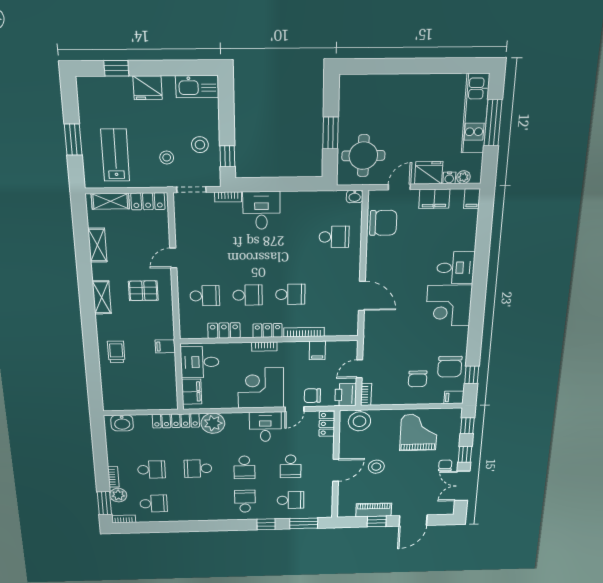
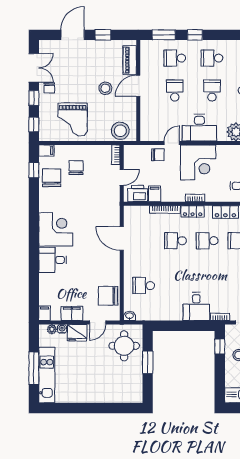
printer: (346, 395) -> (138, 194), moved, turned -90
locker: (327, 424) -> (146, 129), removed
desk: (265, 427) -> (199, 128), width x1.37
school desk: (245, 501) -> (212, 58), turned 90
piano: (374, 510) -> (130, 60), moved, turned 90

